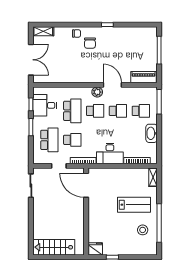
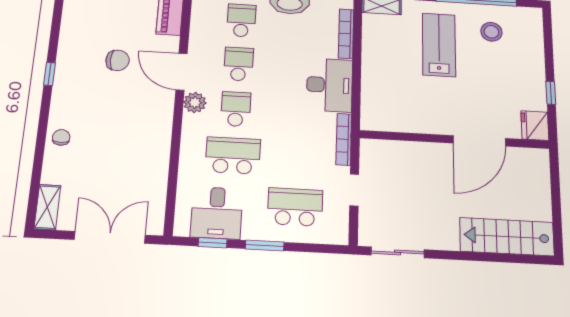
chair: (90, 43) -> (118, 60), moved
door: (112, 85) -> (181, 72), hinge flipped
school desk: (72, 140) -> (297, 159), removed
door: (86, 185) -> (479, 141), moved
stairs: (54, 247) -> (507, 237), moved, turned 90

